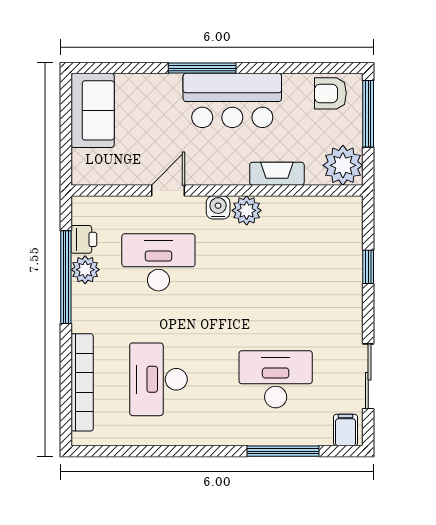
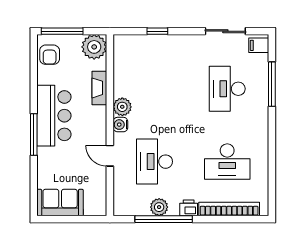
printer: (84, 239) -> (189, 208), moved

